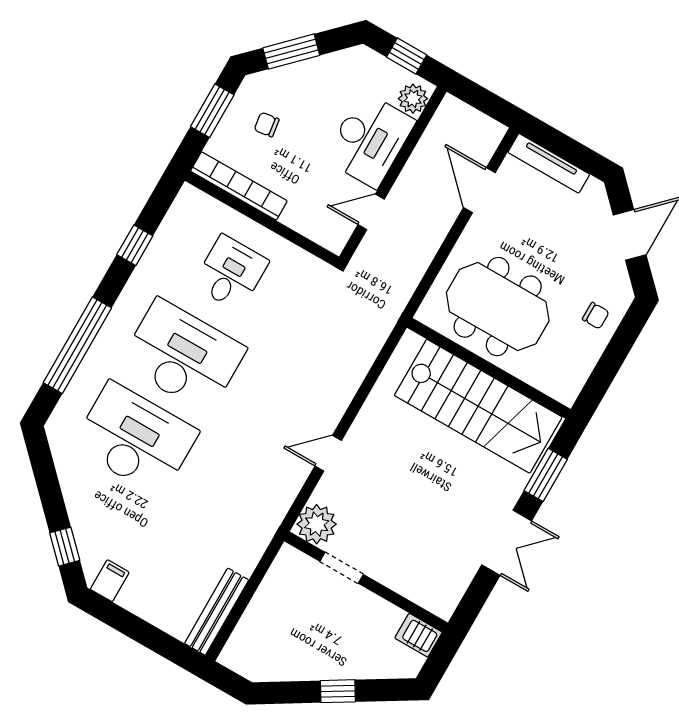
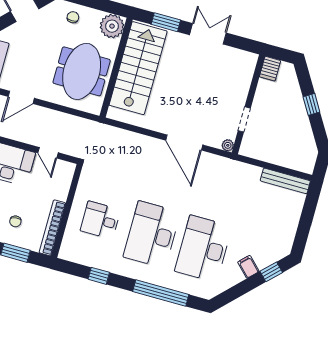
plant: (563, 380) -> (112, 26), added
door: (328, 453) -> (184, 143), width x1.87
plant: (317, 524) -> (228, 145), width x0.53, depth x0.53
filing cabinet: (110, 581) -> (248, 267), moved, turned 45

